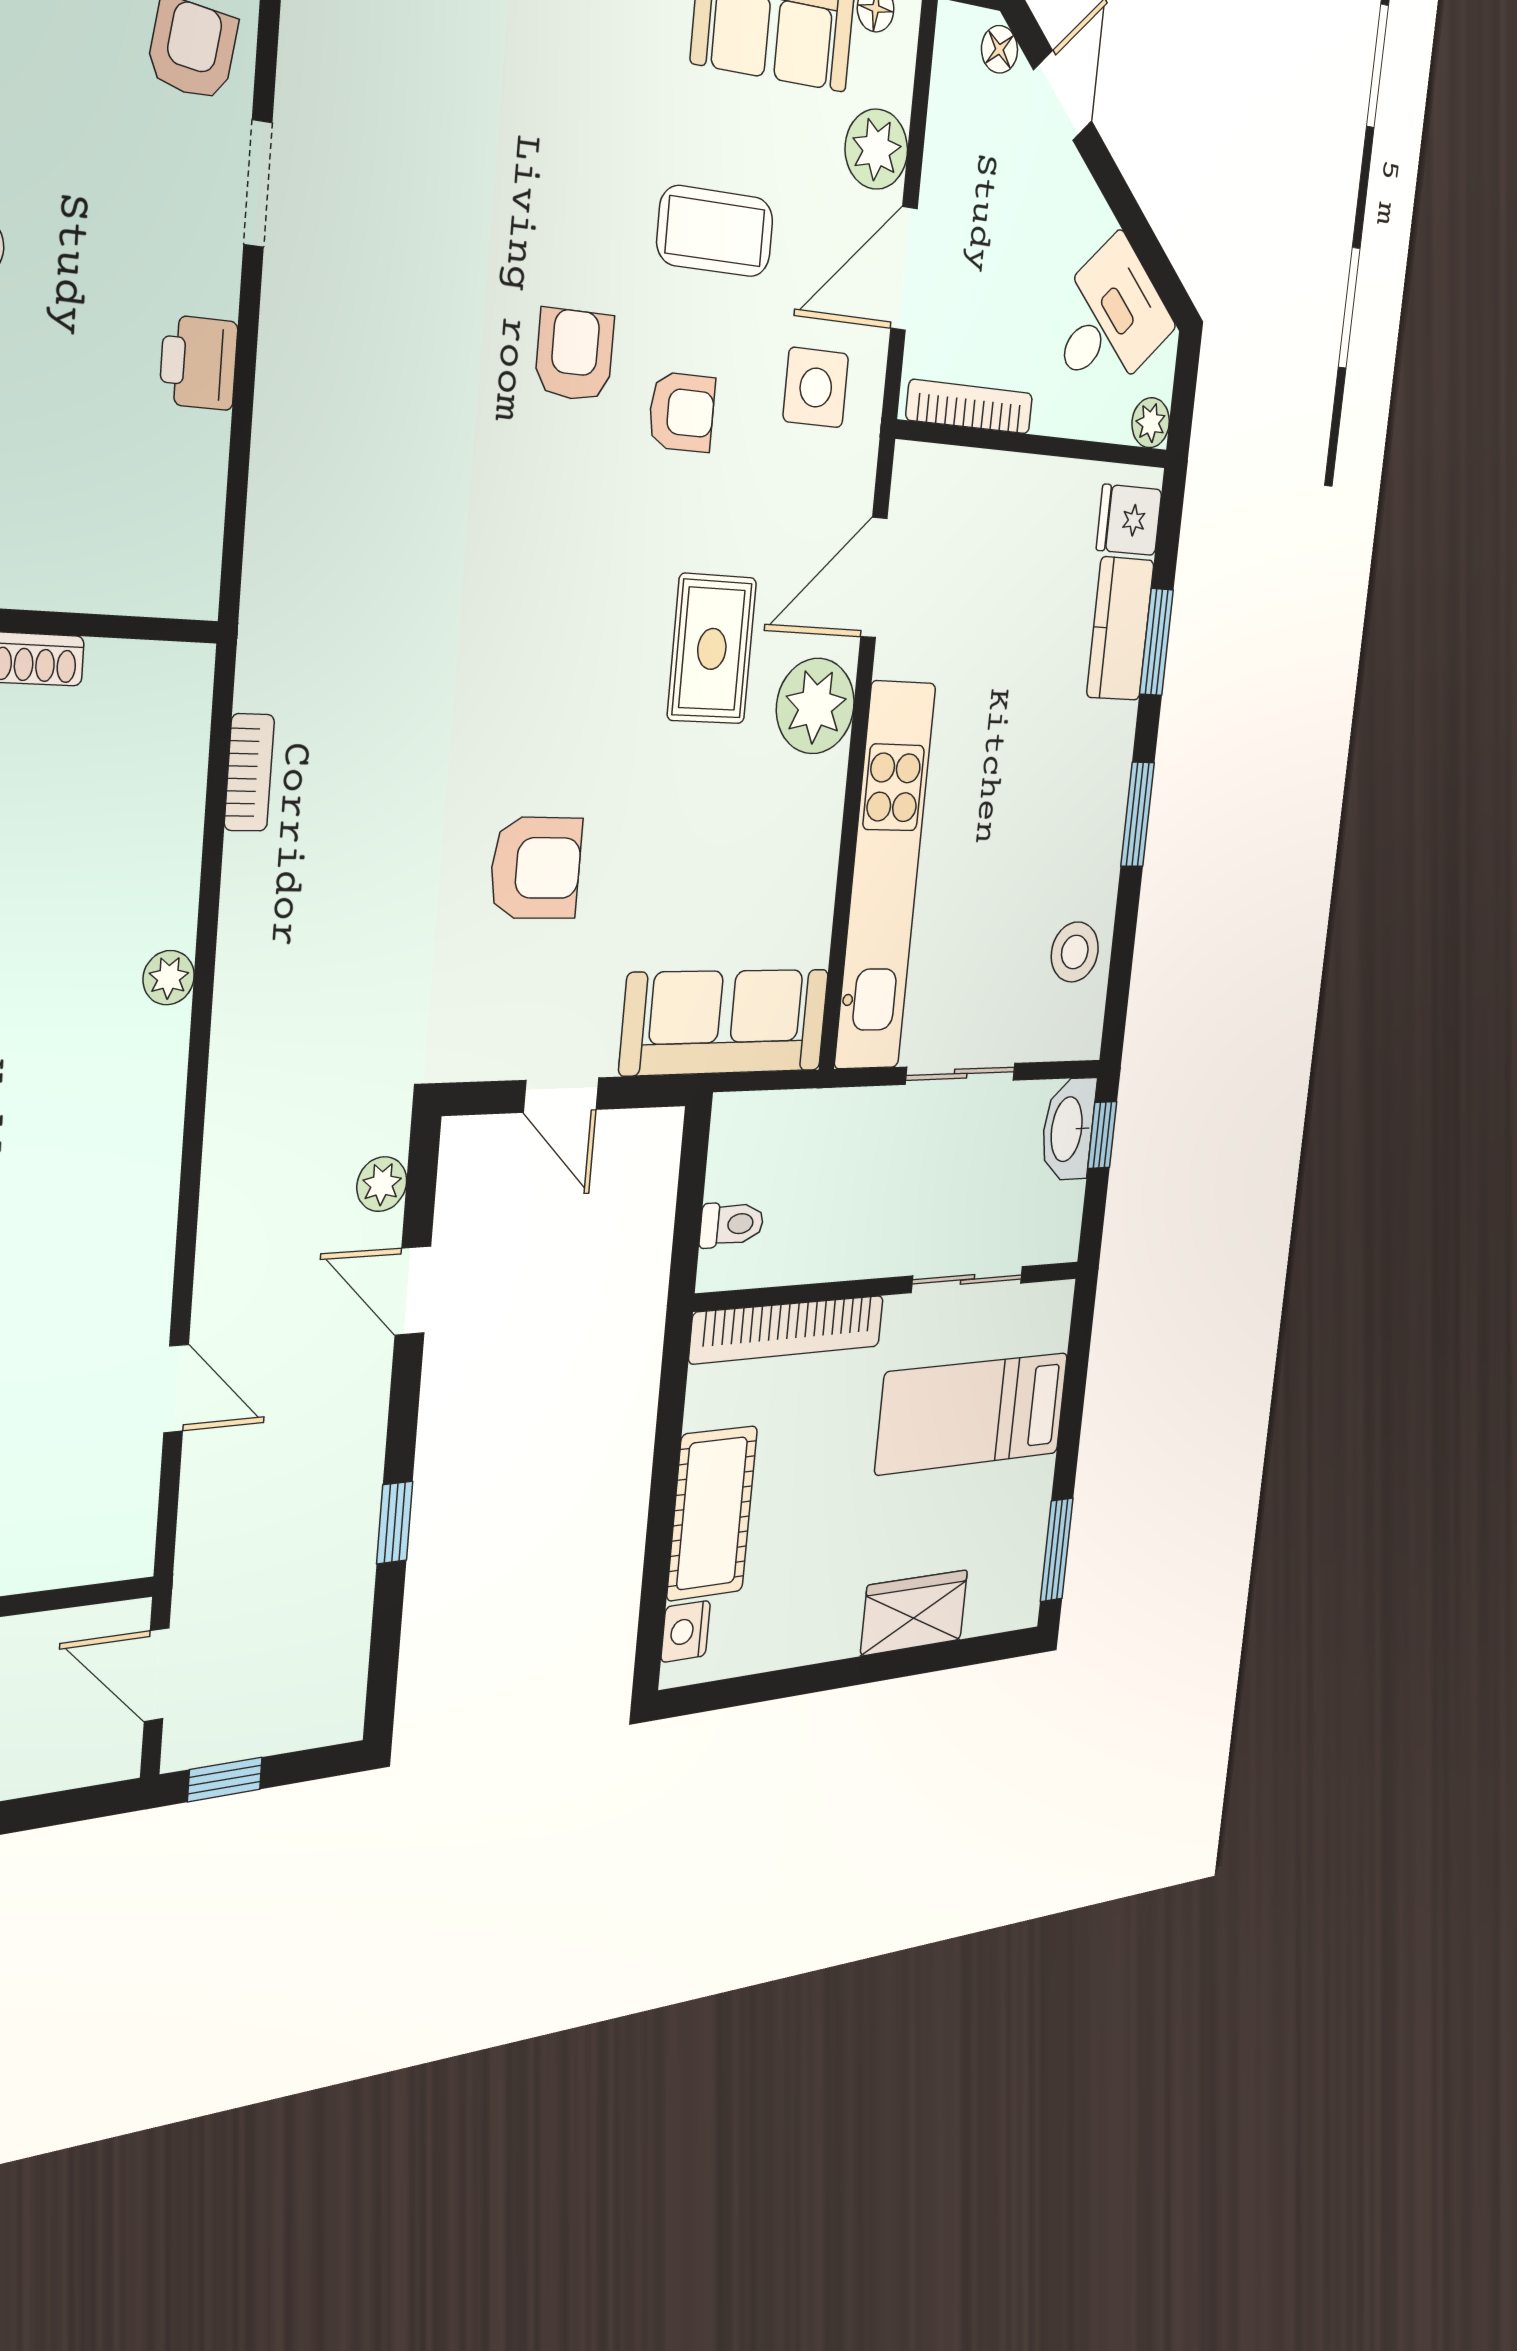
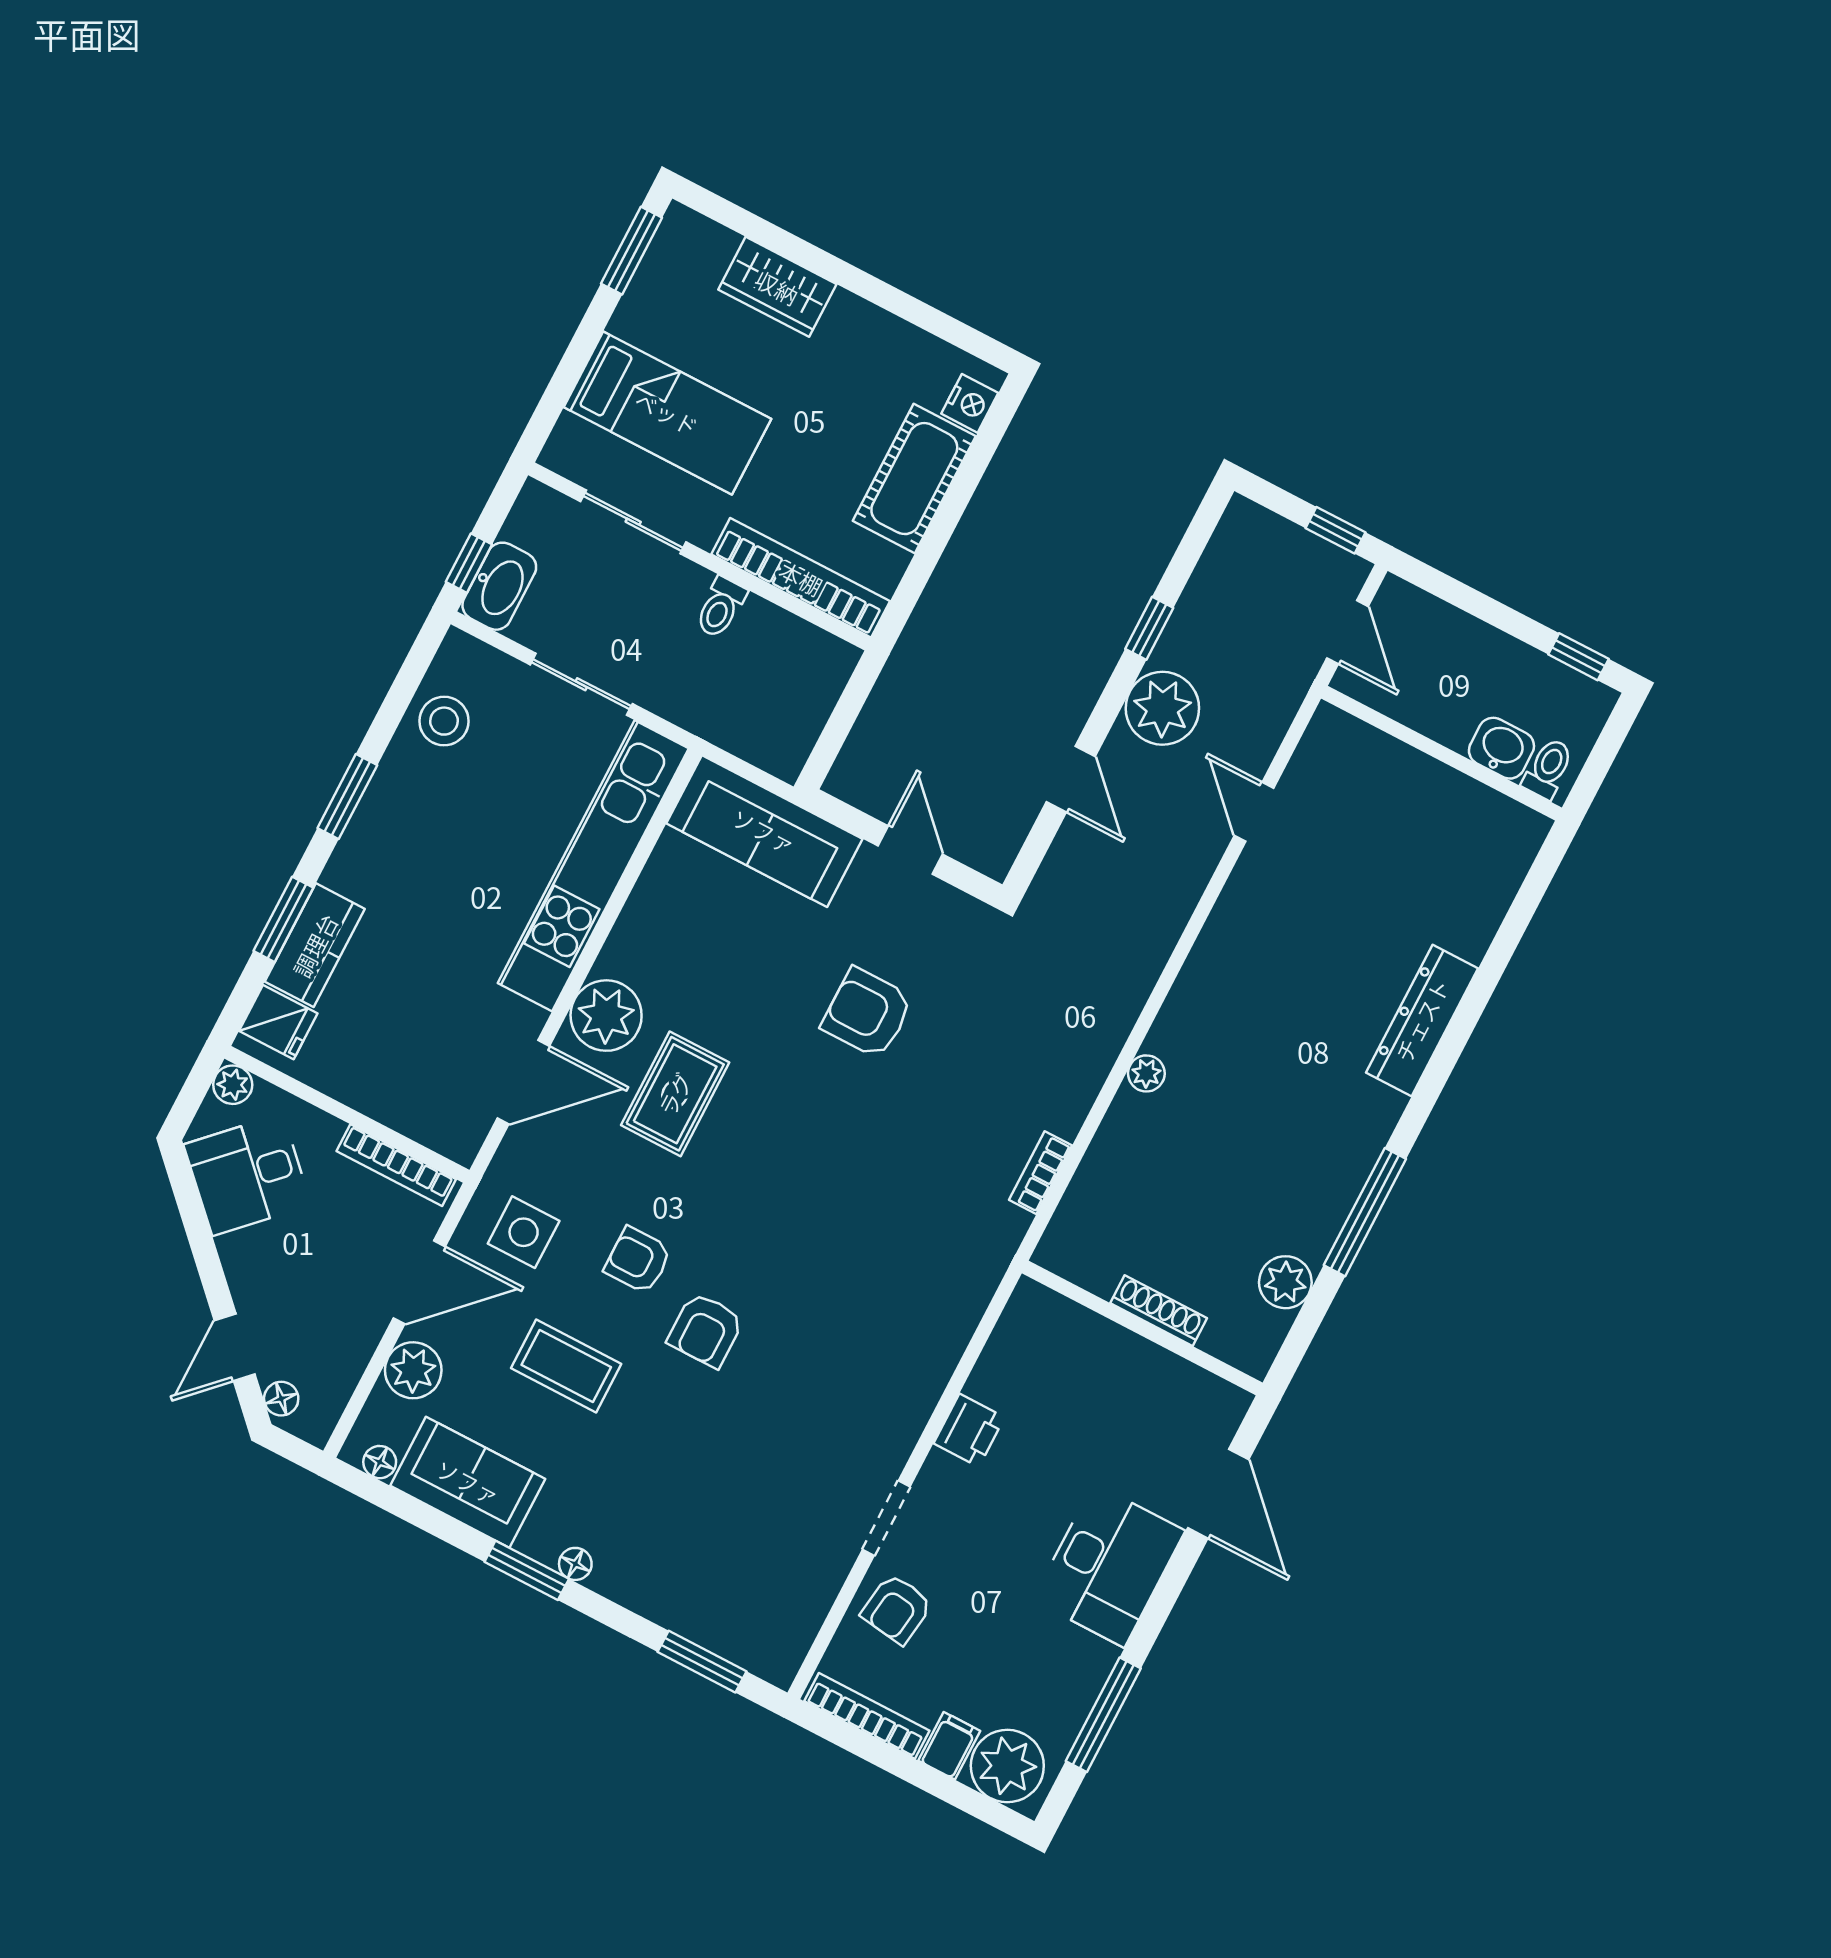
plant: (382, 1184) -> (1162, 708), moved, width x1.88, depth x1.88
toilet: (732, 1224) -> (721, 607), moved, turned -90

